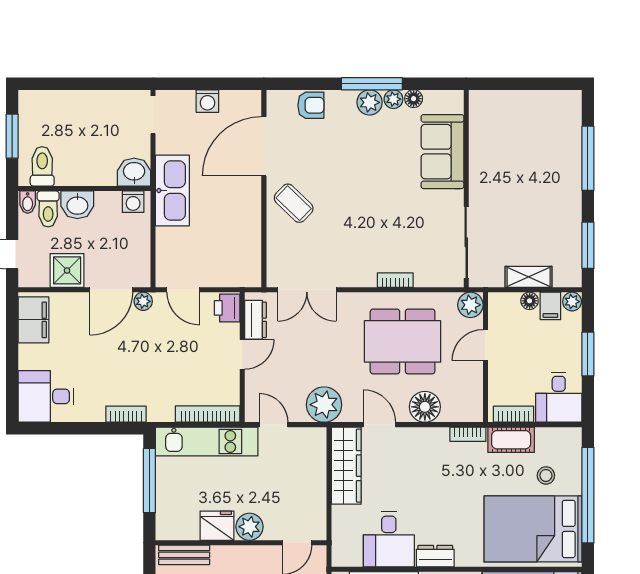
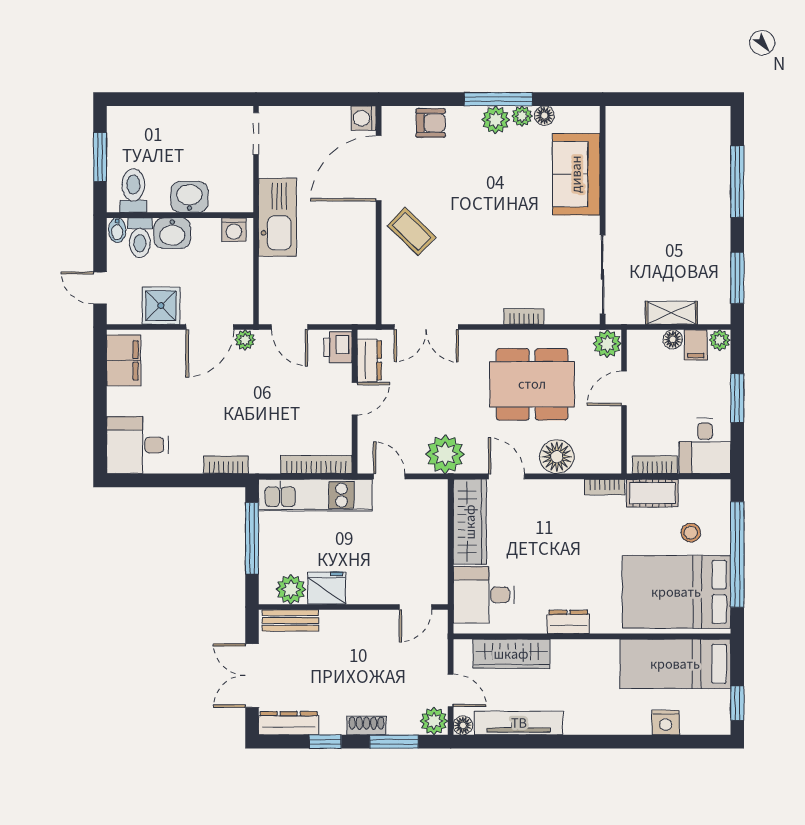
washing machine: (207, 101) -> (364, 118), moved, turned 90
washbasin: (134, 172) -> (189, 197), moved
plant: (249, 527) -> (291, 589), moved
desk: (389, 539) -> (484, 595), moved, turned 90

